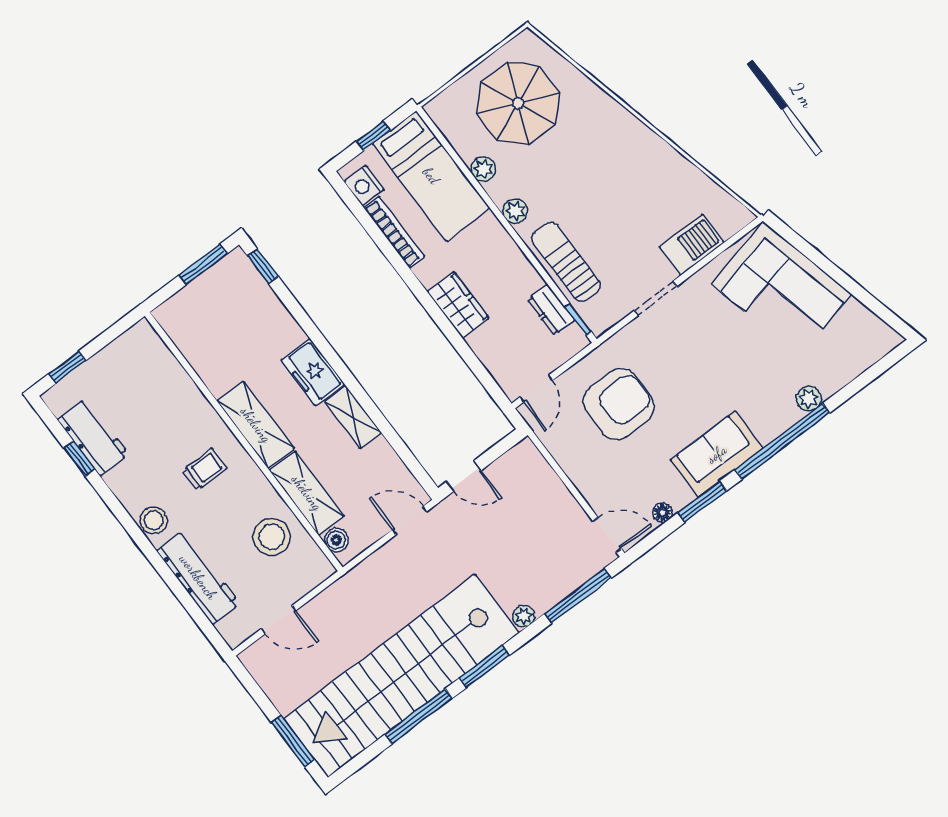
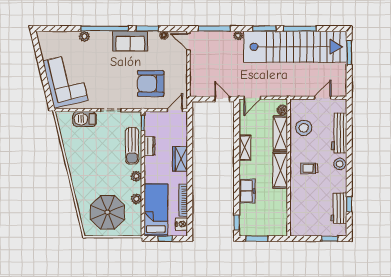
dresser: (551, 310) -> (149, 146), moved
freezer: (313, 372) -> (247, 191), moved
door: (410, 520) -> (252, 98), hinge flipped
door: (278, 620) -> (323, 98), hinge flipped

